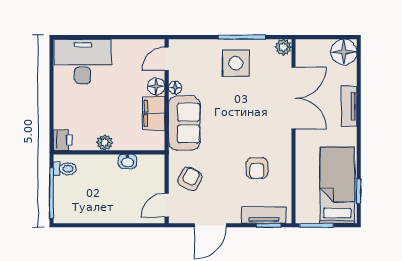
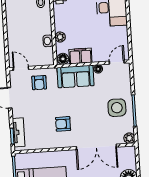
door: (167, 59) -> (117, 62), hinge flipped
floor lamp: (156, 86) -> (63, 59), moved
plant: (105, 143) -> (60, 37), moved
armchair: (257, 168) -> (63, 124), moved
armchair: (190, 179) -> (39, 83), turned 63

